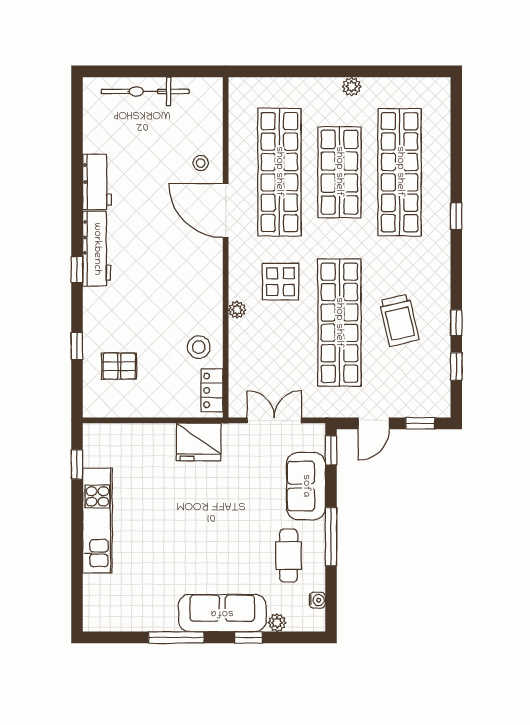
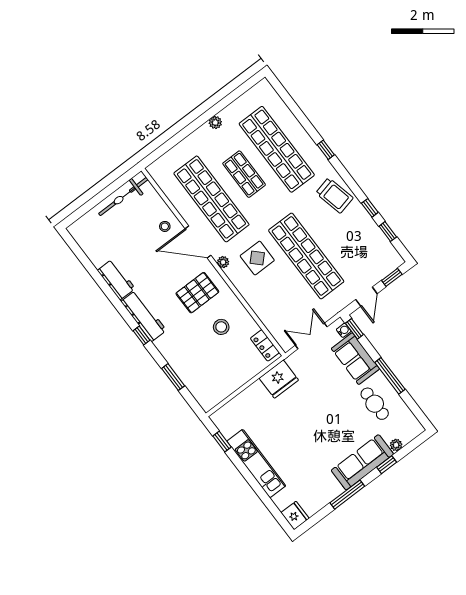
bicycle: (145, 91) -> (123, 197), moved
shop shelf: (339, 172) -> (244, 174), width x0.70, depth x0.74
plant: (237, 310) -> (223, 262), moved
trolley: (399, 320) -> (334, 195), moved
window: (77, 346) -> (173, 377), width x1.50
stool: (199, 347) -> (221, 327), moved
pallet: (119, 366) -> (197, 293), moved, width x1.50, depth x1.42
water cooler: (317, 600) -> (344, 330), moved
fridge: (97, 615) -> (295, 516), added

